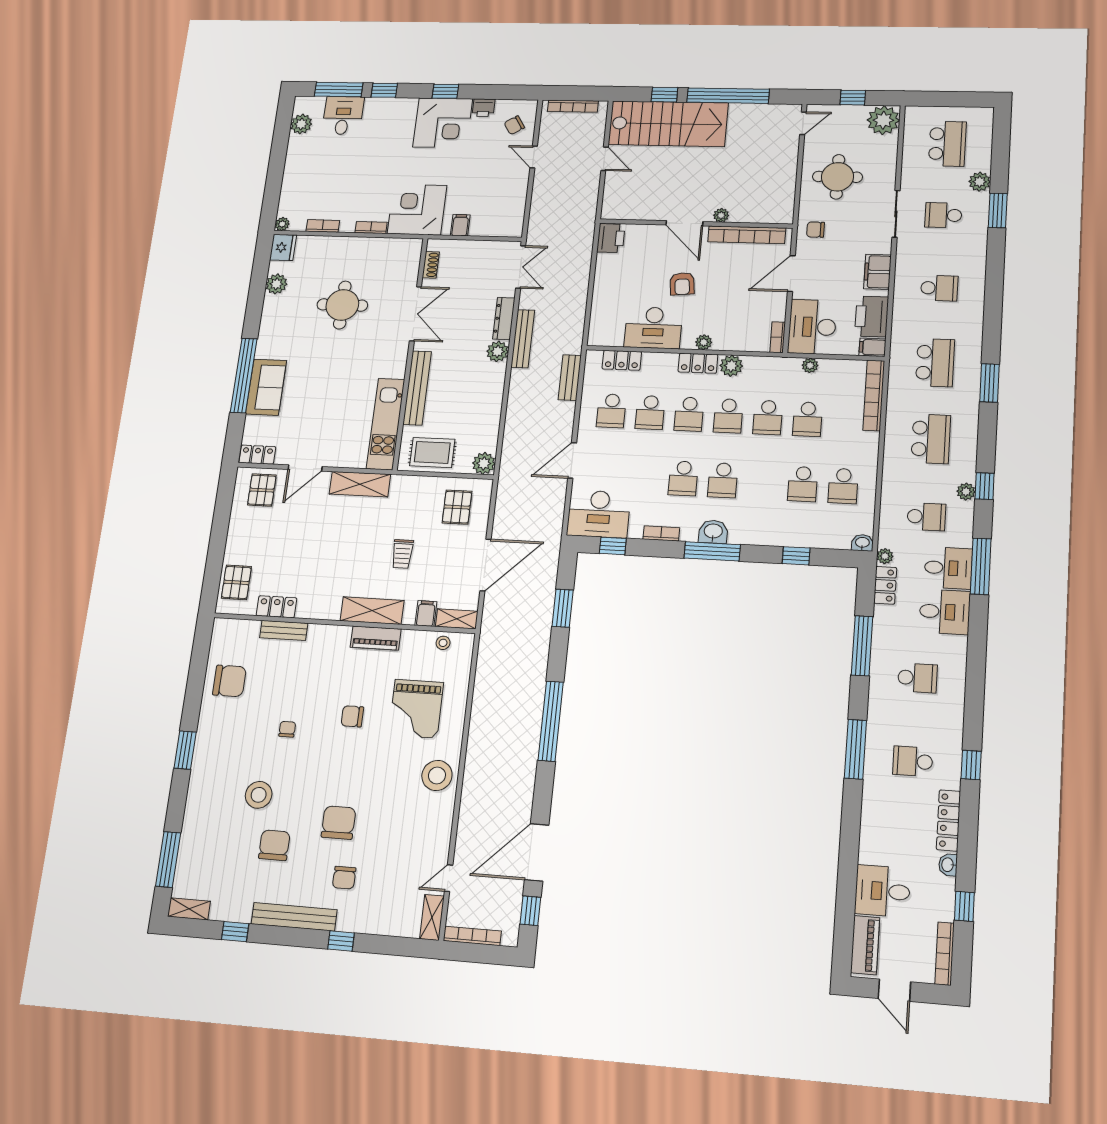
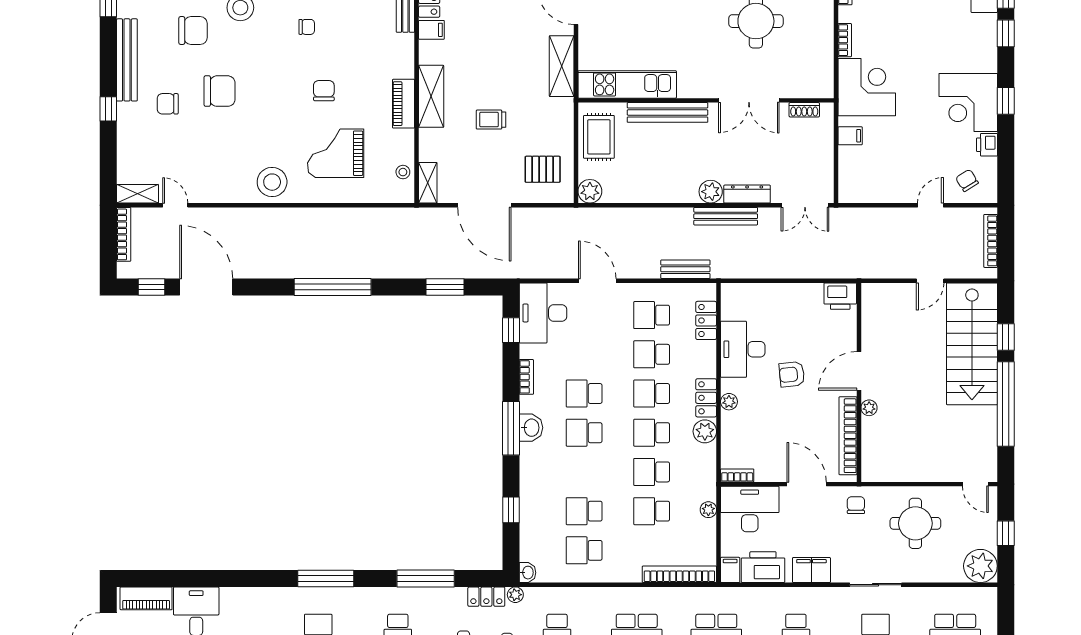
filing cabinet: (426, 614) -> (431, 30), moved

